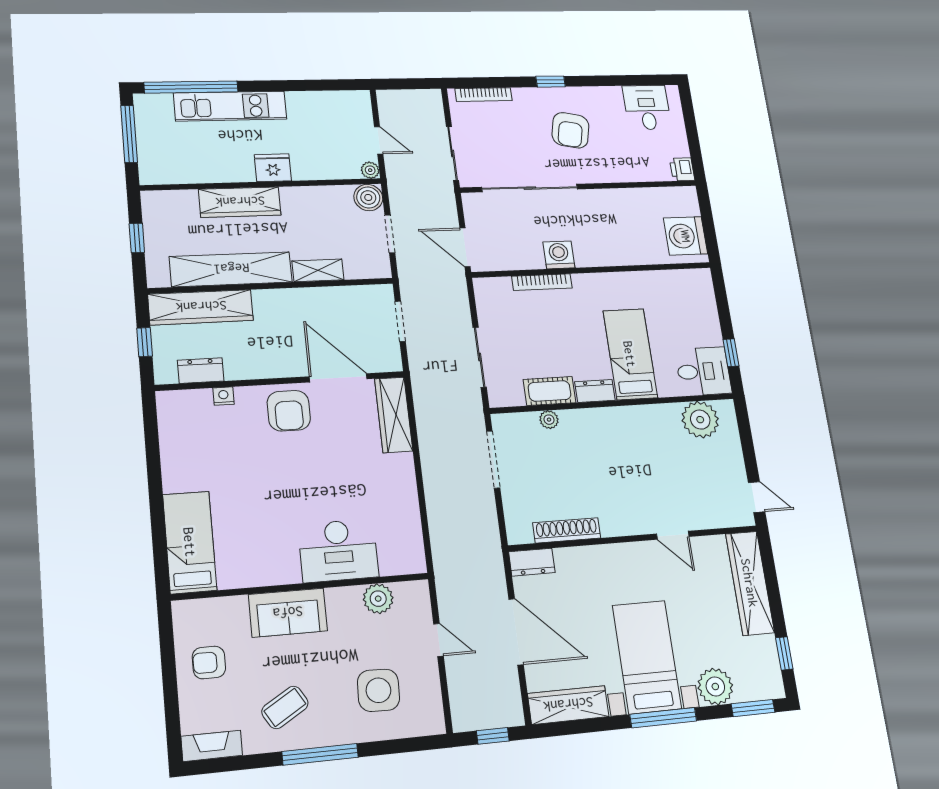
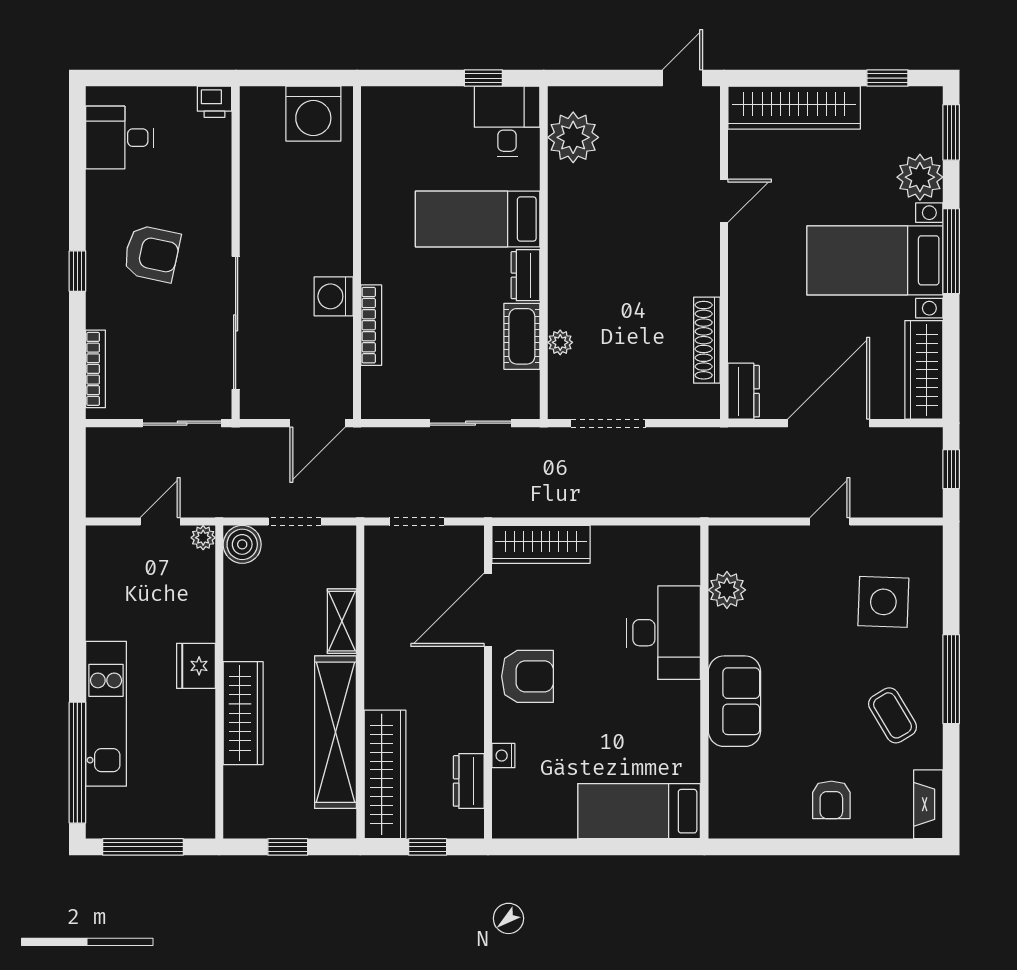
bed: (190, 542) -> (639, 811), moved
desk: (338, 551) -> (664, 633), moved
wall: (301, 587) -> (704, 682), moved
plant: (378, 599) -> (727, 590), moved
sofa: (288, 613) -> (734, 701), moved

